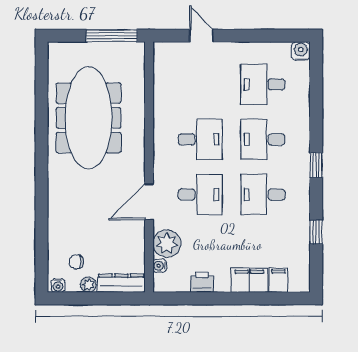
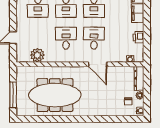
window: (112, 36) -> (13, 95), moved
plant: (167, 244) -> (37, 55), moved

